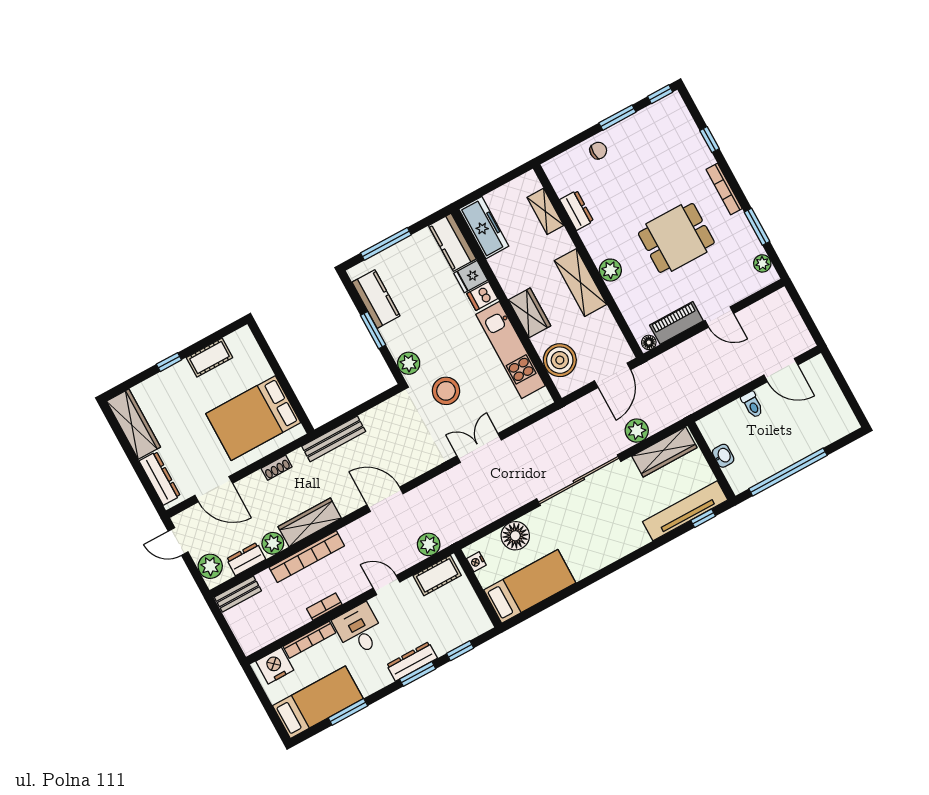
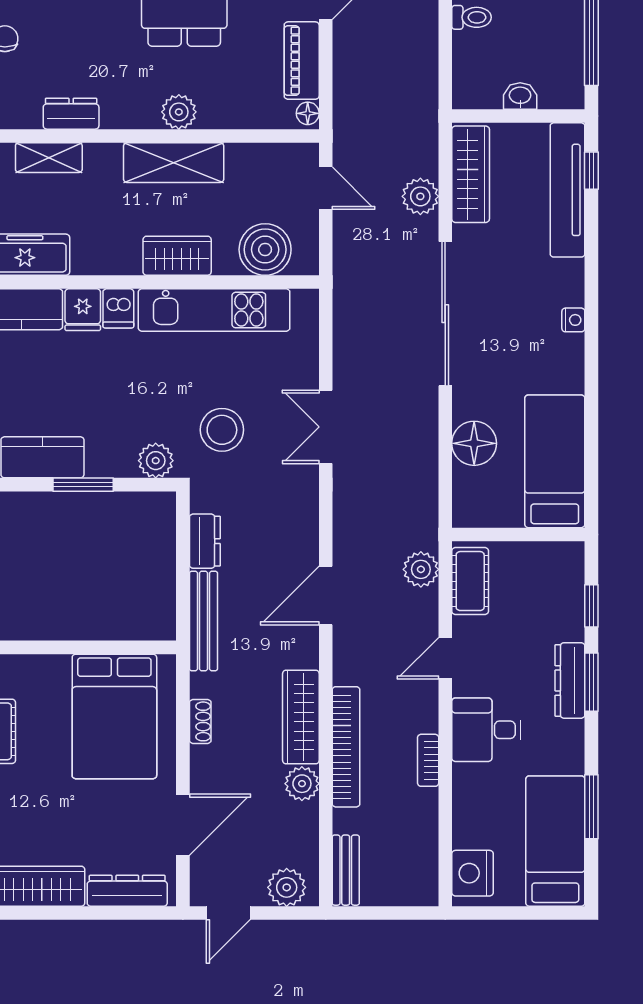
door: (613, 375) -> (326, 188), width x0.73
dresser: (246, 559) -> (205, 541), moved, turned 180
nightstand: (476, 562) -> (573, 320), moved, turned -90
bookcase: (309, 640) -> (463, 806), removed

